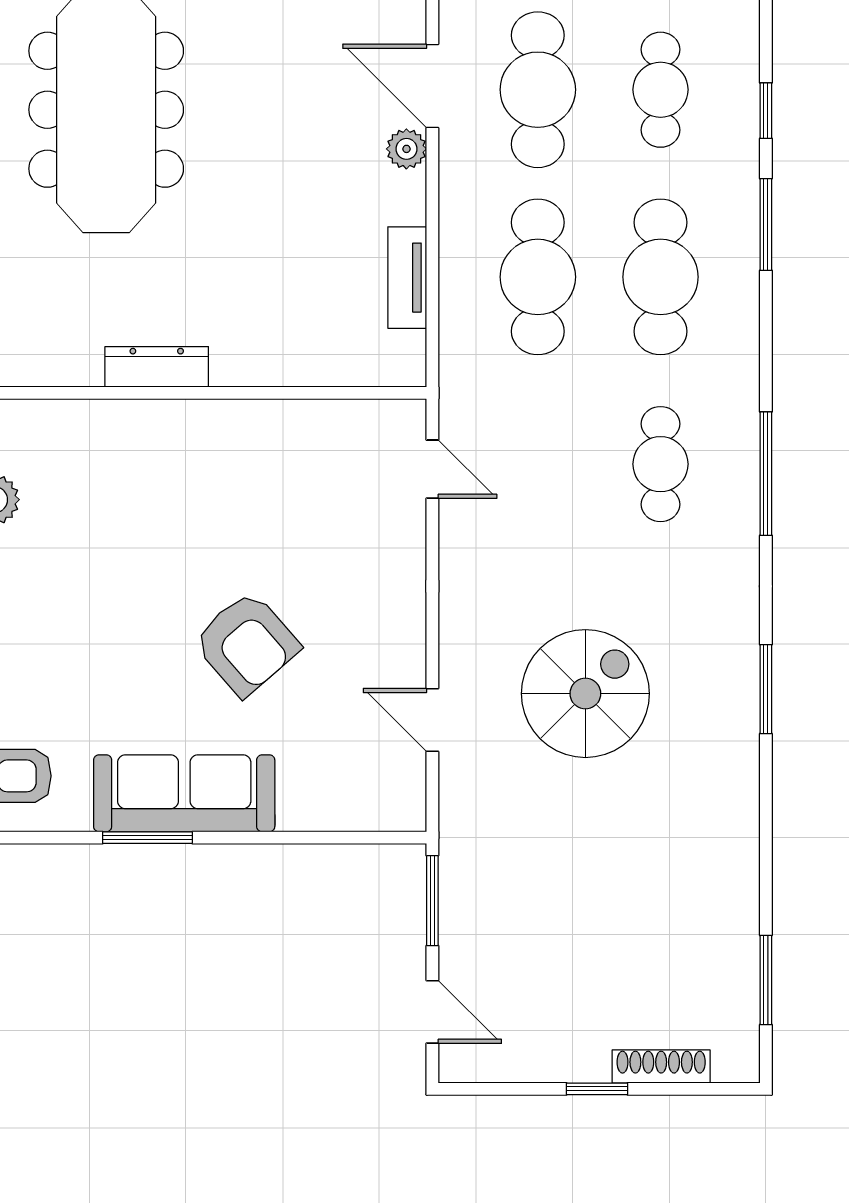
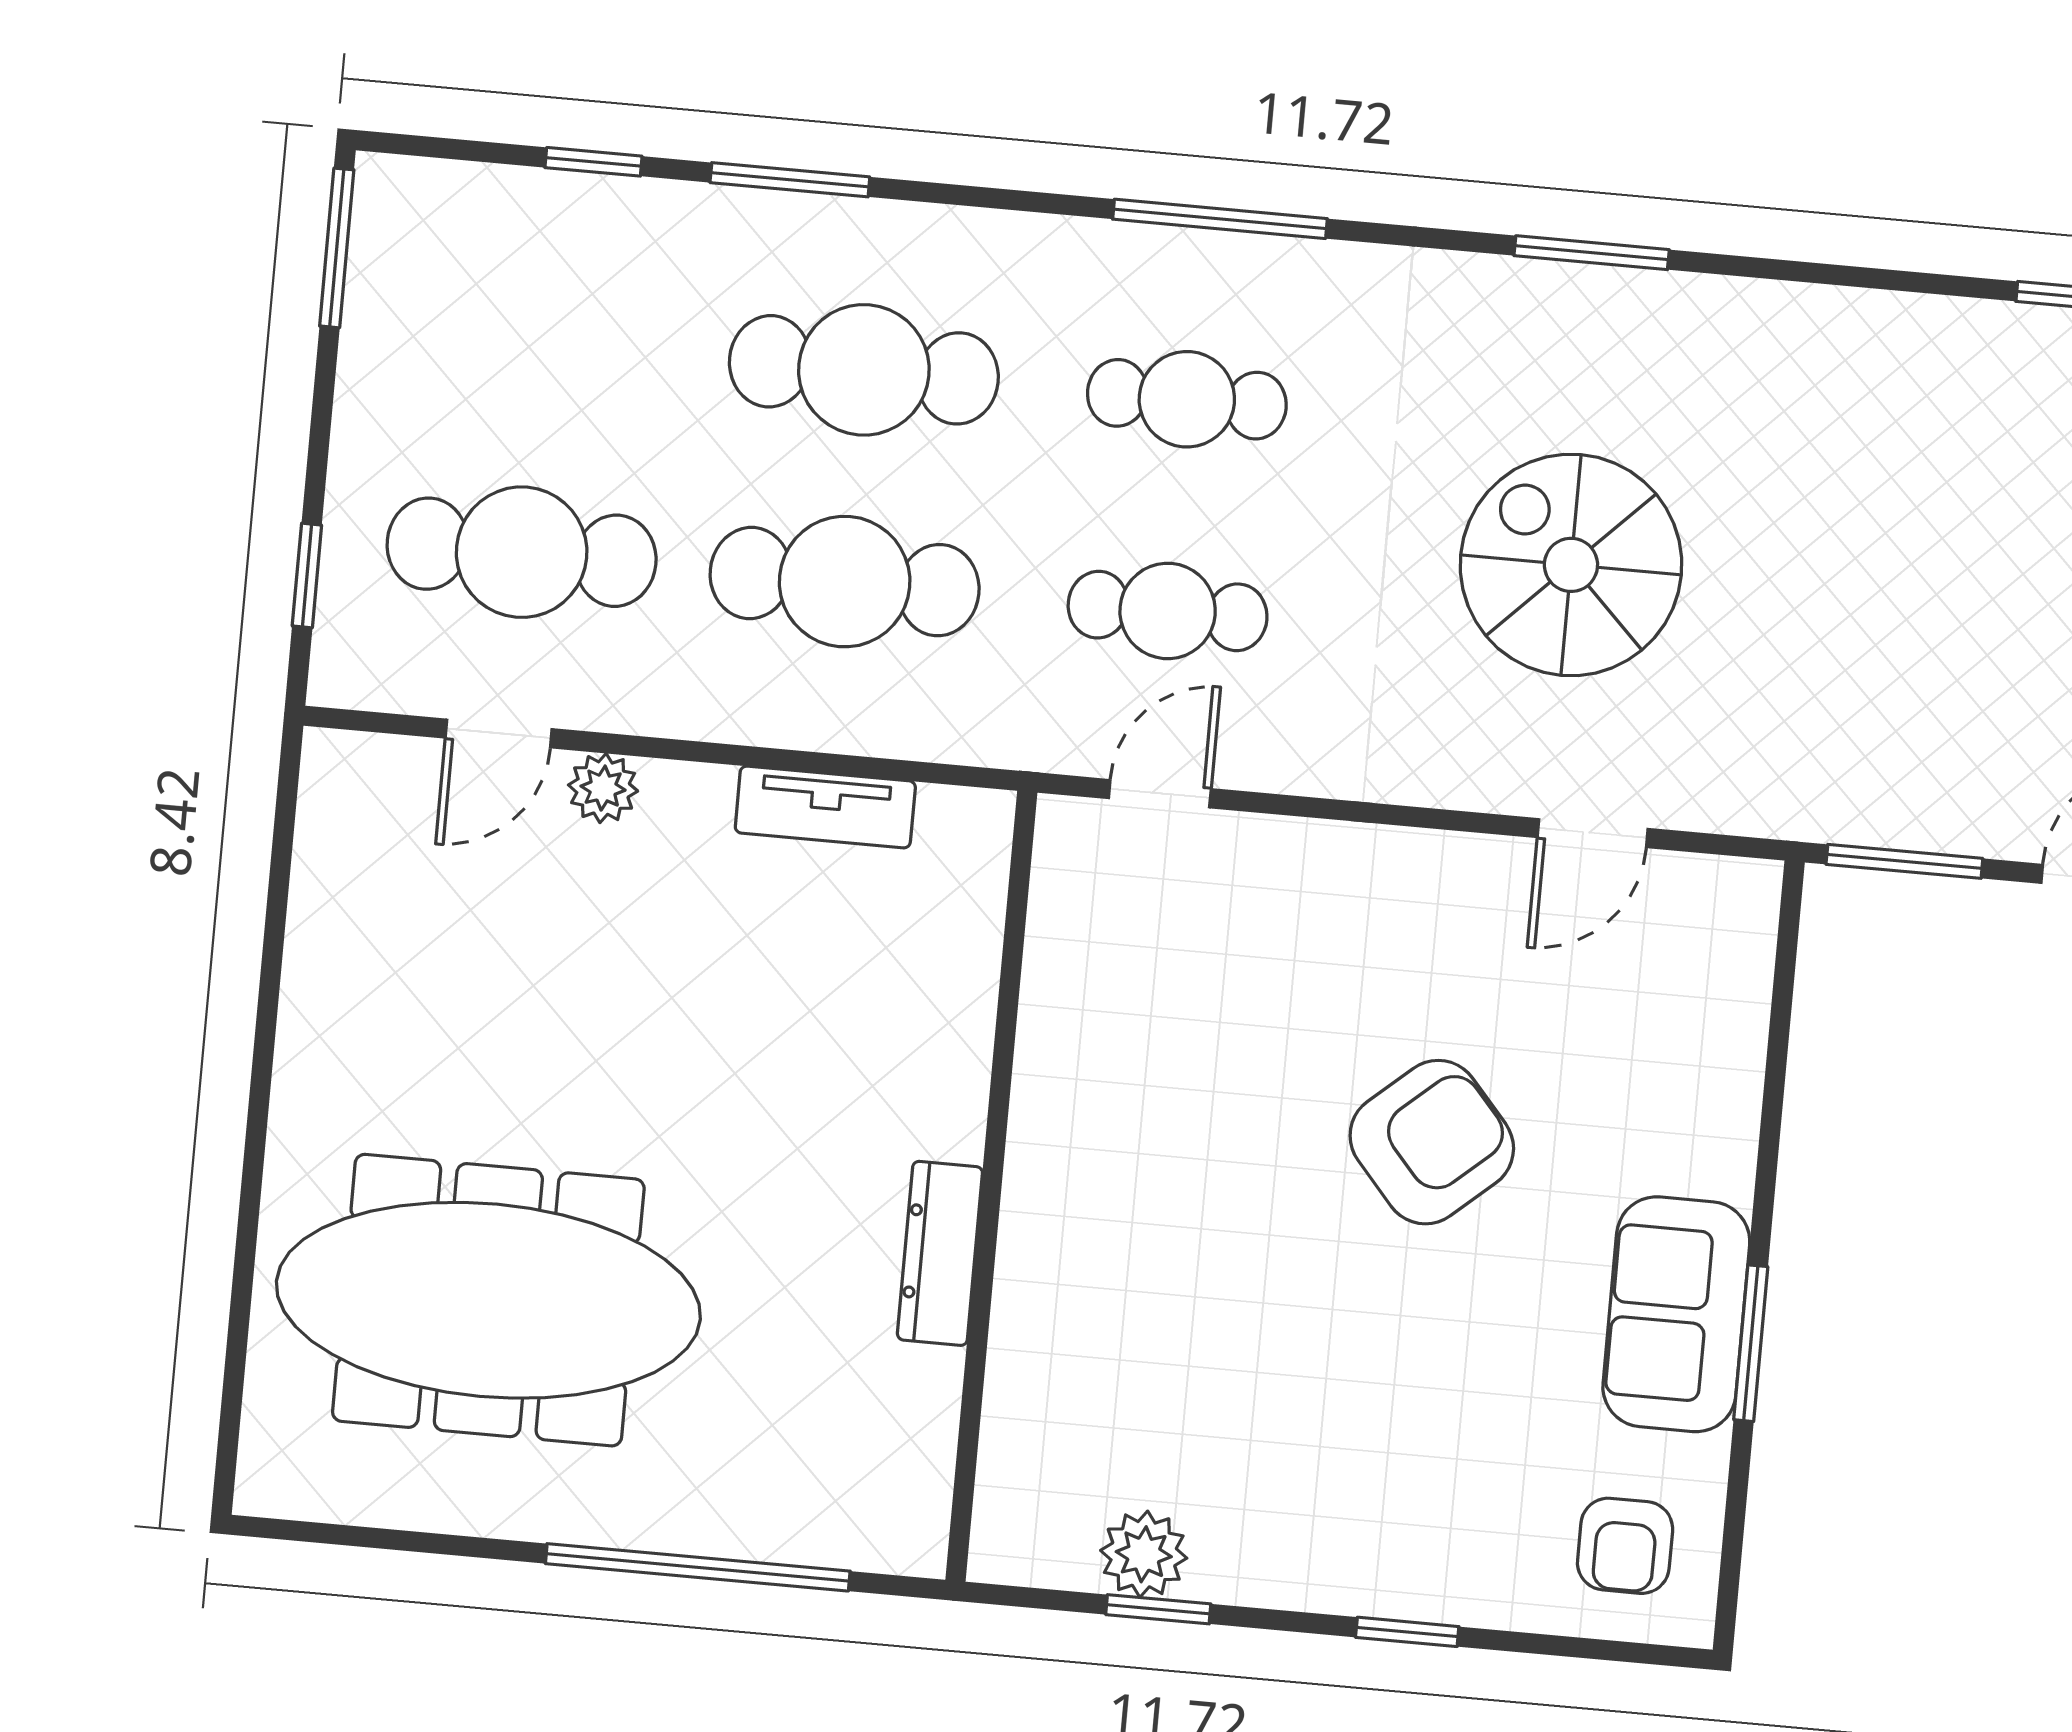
door: (432, 86) -> (499, 733), width x0.73
cafe table: (661, 90) -> (1168, 611), moved
sofa: (184, 793) -> (1676, 1314), width x0.73

